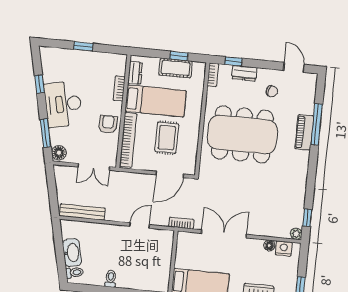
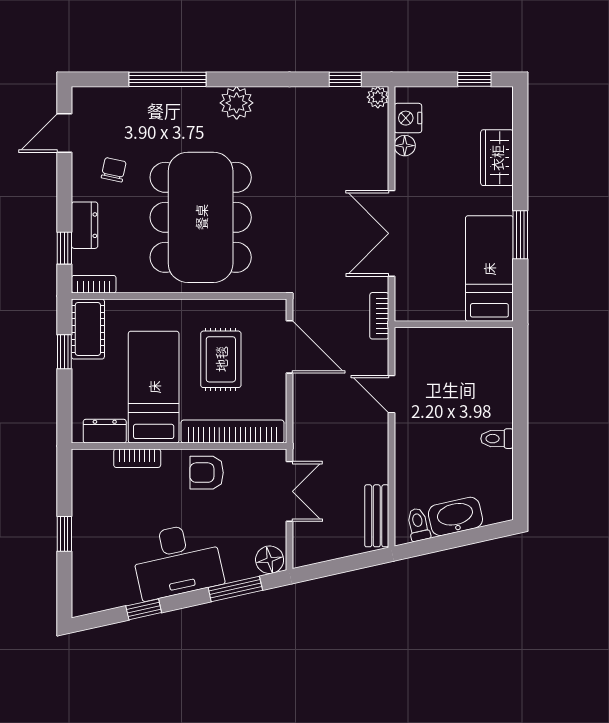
cot: (176, 68) -> (88, 329), moved
piano: (304, 132) -> (185, 101), removed
rug: (167, 138) -> (221, 359), turned 90
plant: (301, 159) -> (237, 103), added
bench: (82, 212) -> (377, 516), width x0.73
toilet: (74, 273) -> (418, 525), moved

